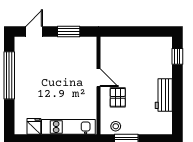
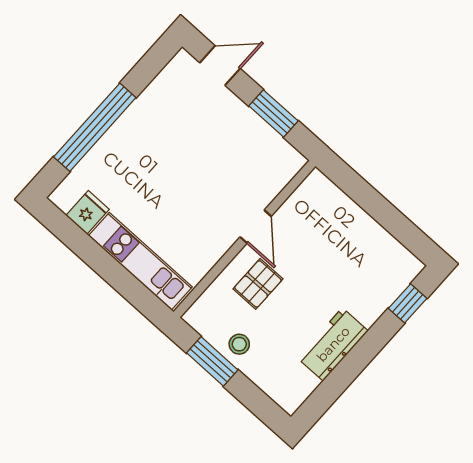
window: (9, 75) -> (95, 127), moved
stool: (116, 126) -> (239, 344), moved

